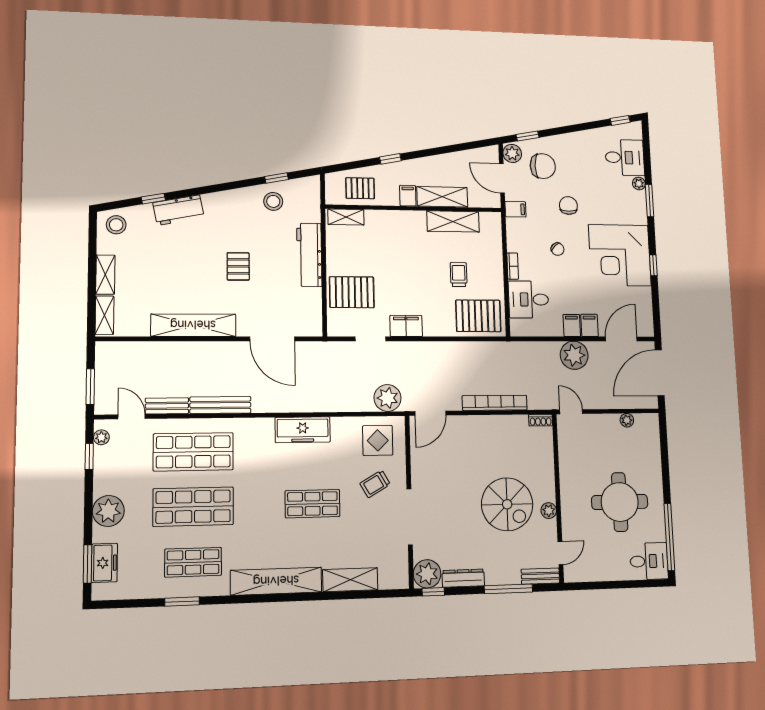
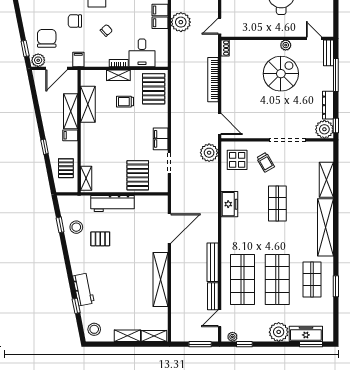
shelving: (496, 265) -> (118, 75), added
pallet: (238, 266) -> (100, 239), moved
freezer: (303, 430) -> (229, 204), width x0.71
freezer: (104, 563) -> (306, 334), width x1.40

